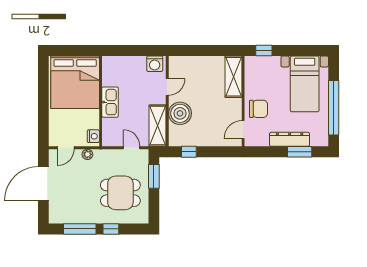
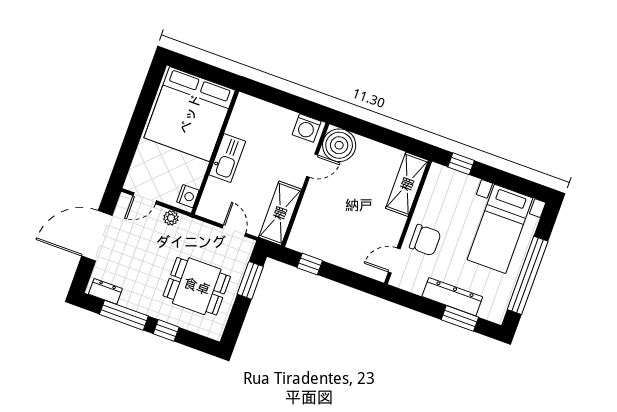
boiler: (180, 113) -> (339, 145), moved
dresser: (62, 218) -> (105, 291), added

